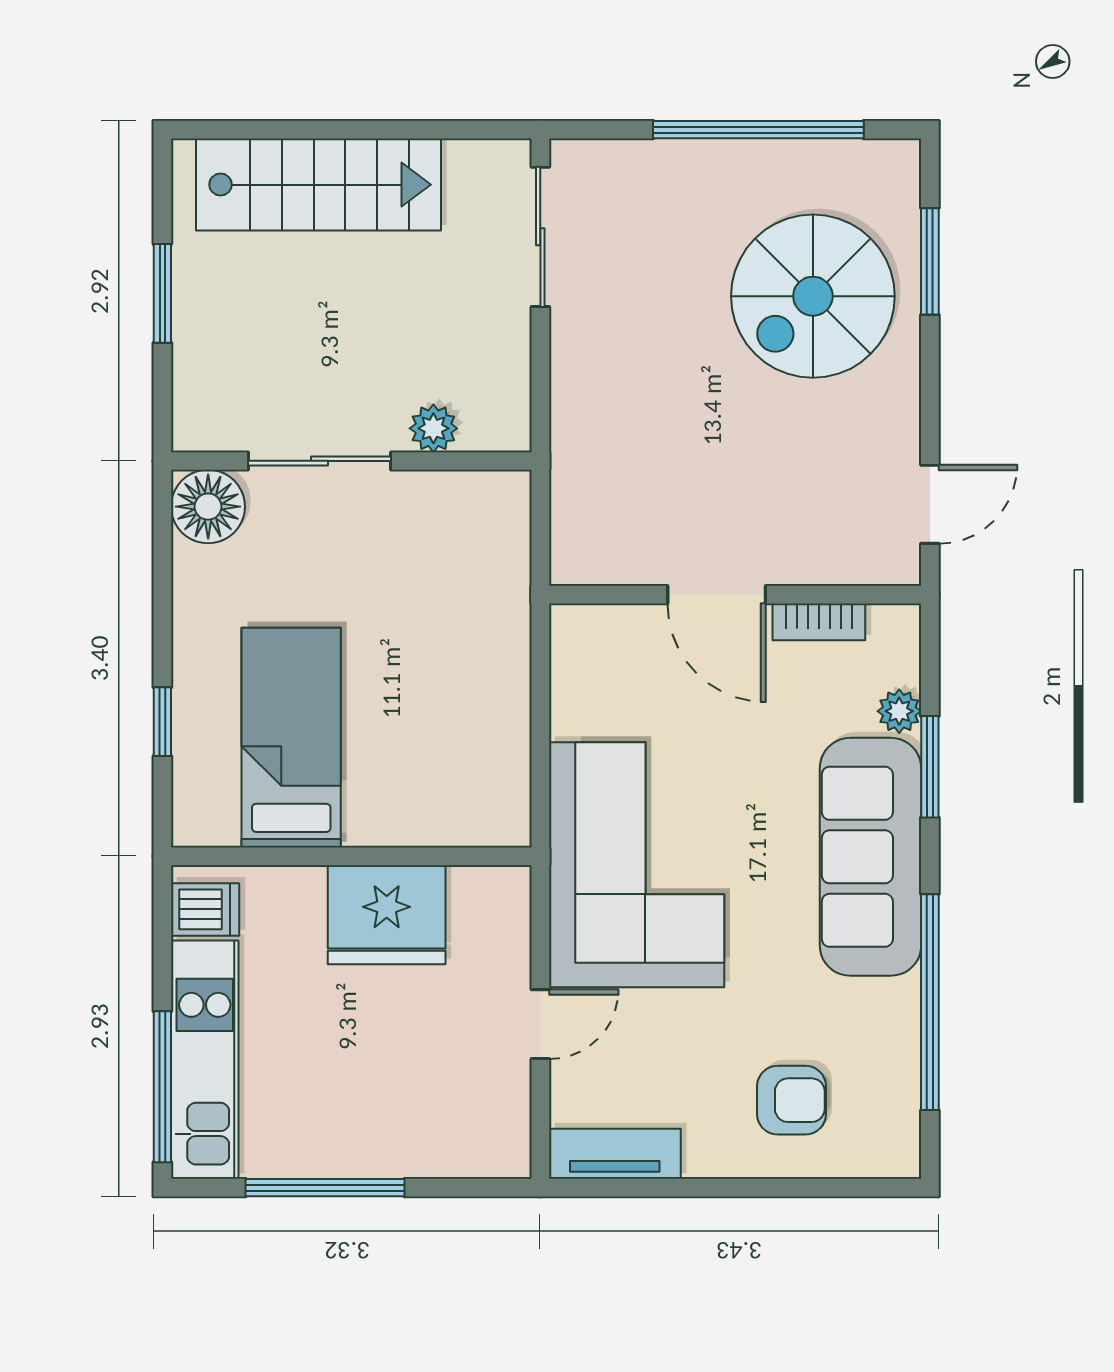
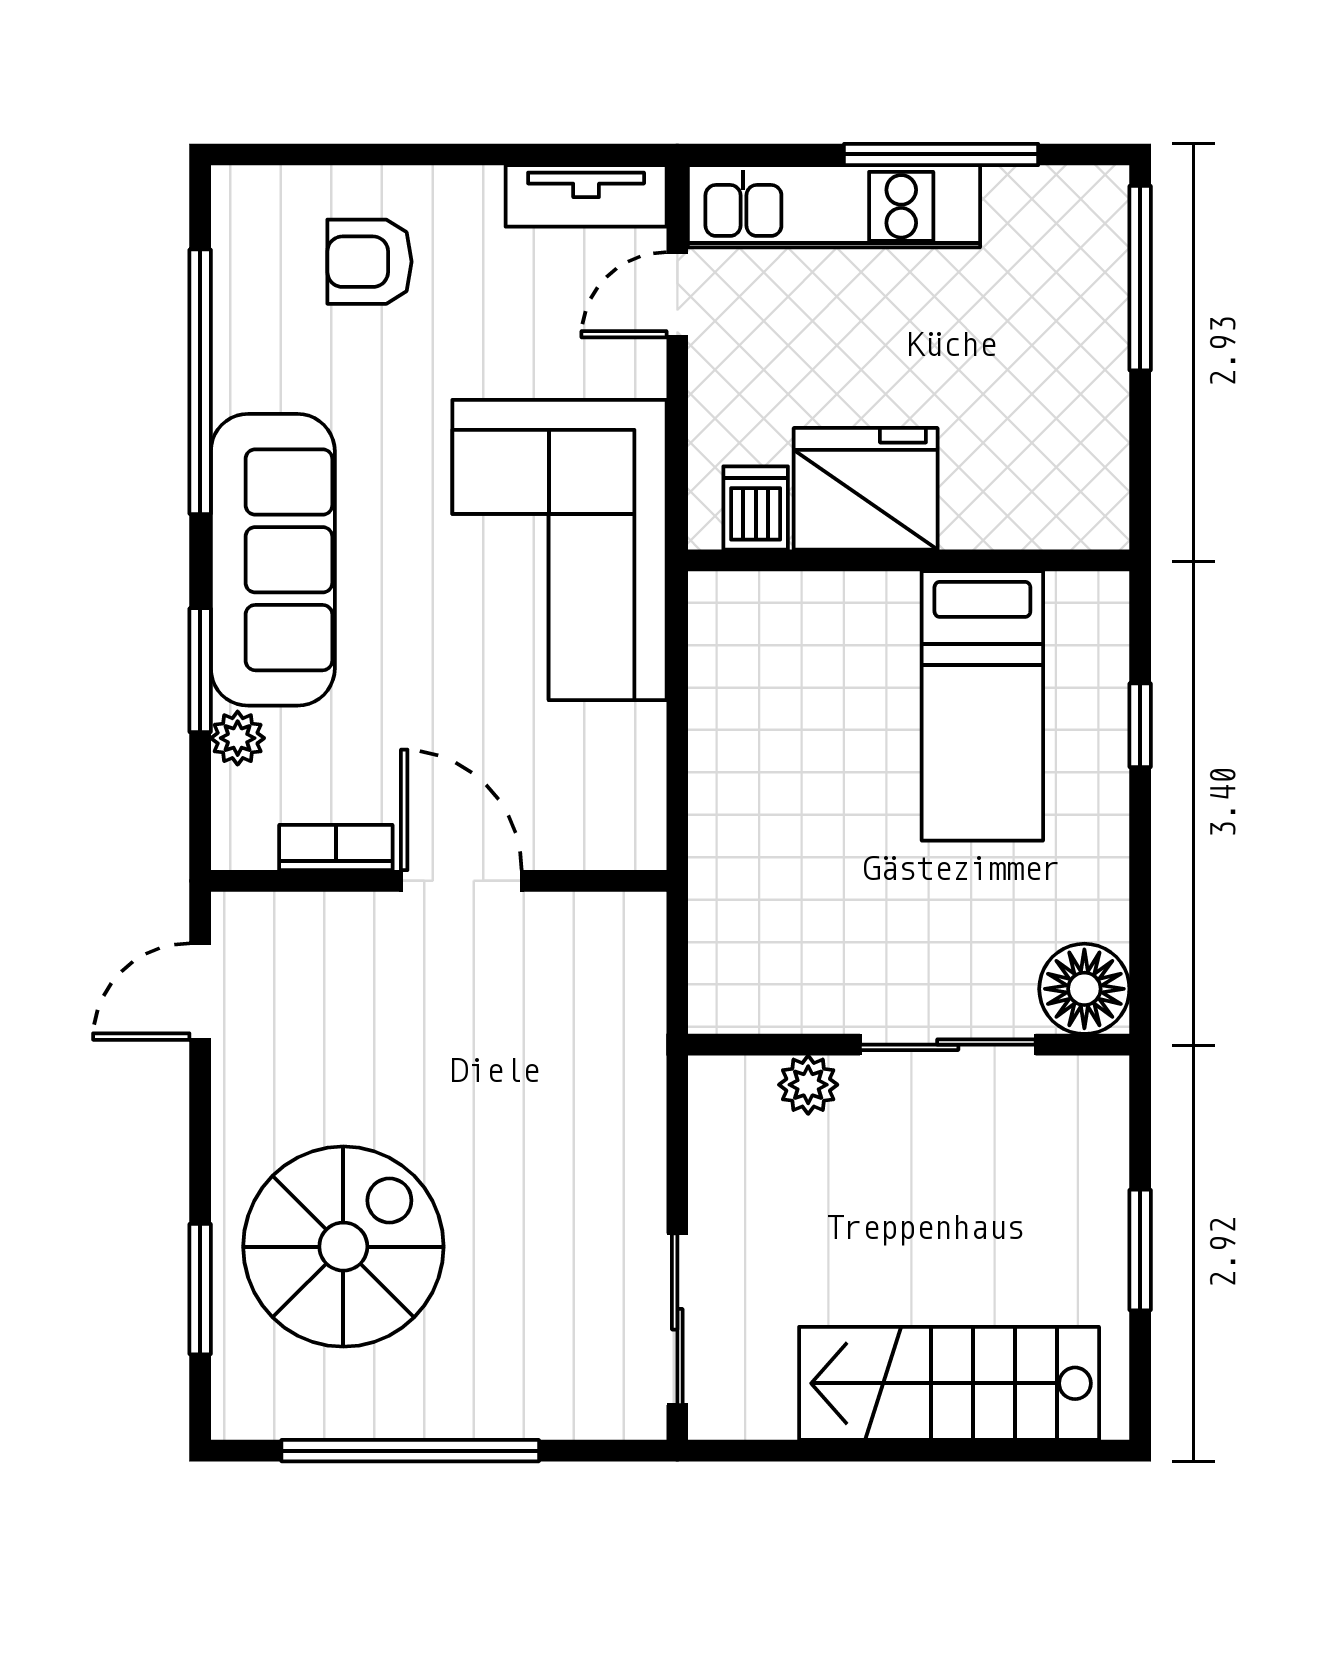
dishwasher: (205, 909) -> (756, 508), moved, turned 90
door: (540, 1024) -> (677, 295), moved
kitchen unit: (205, 1060) -> (834, 206), moved, turned -90

